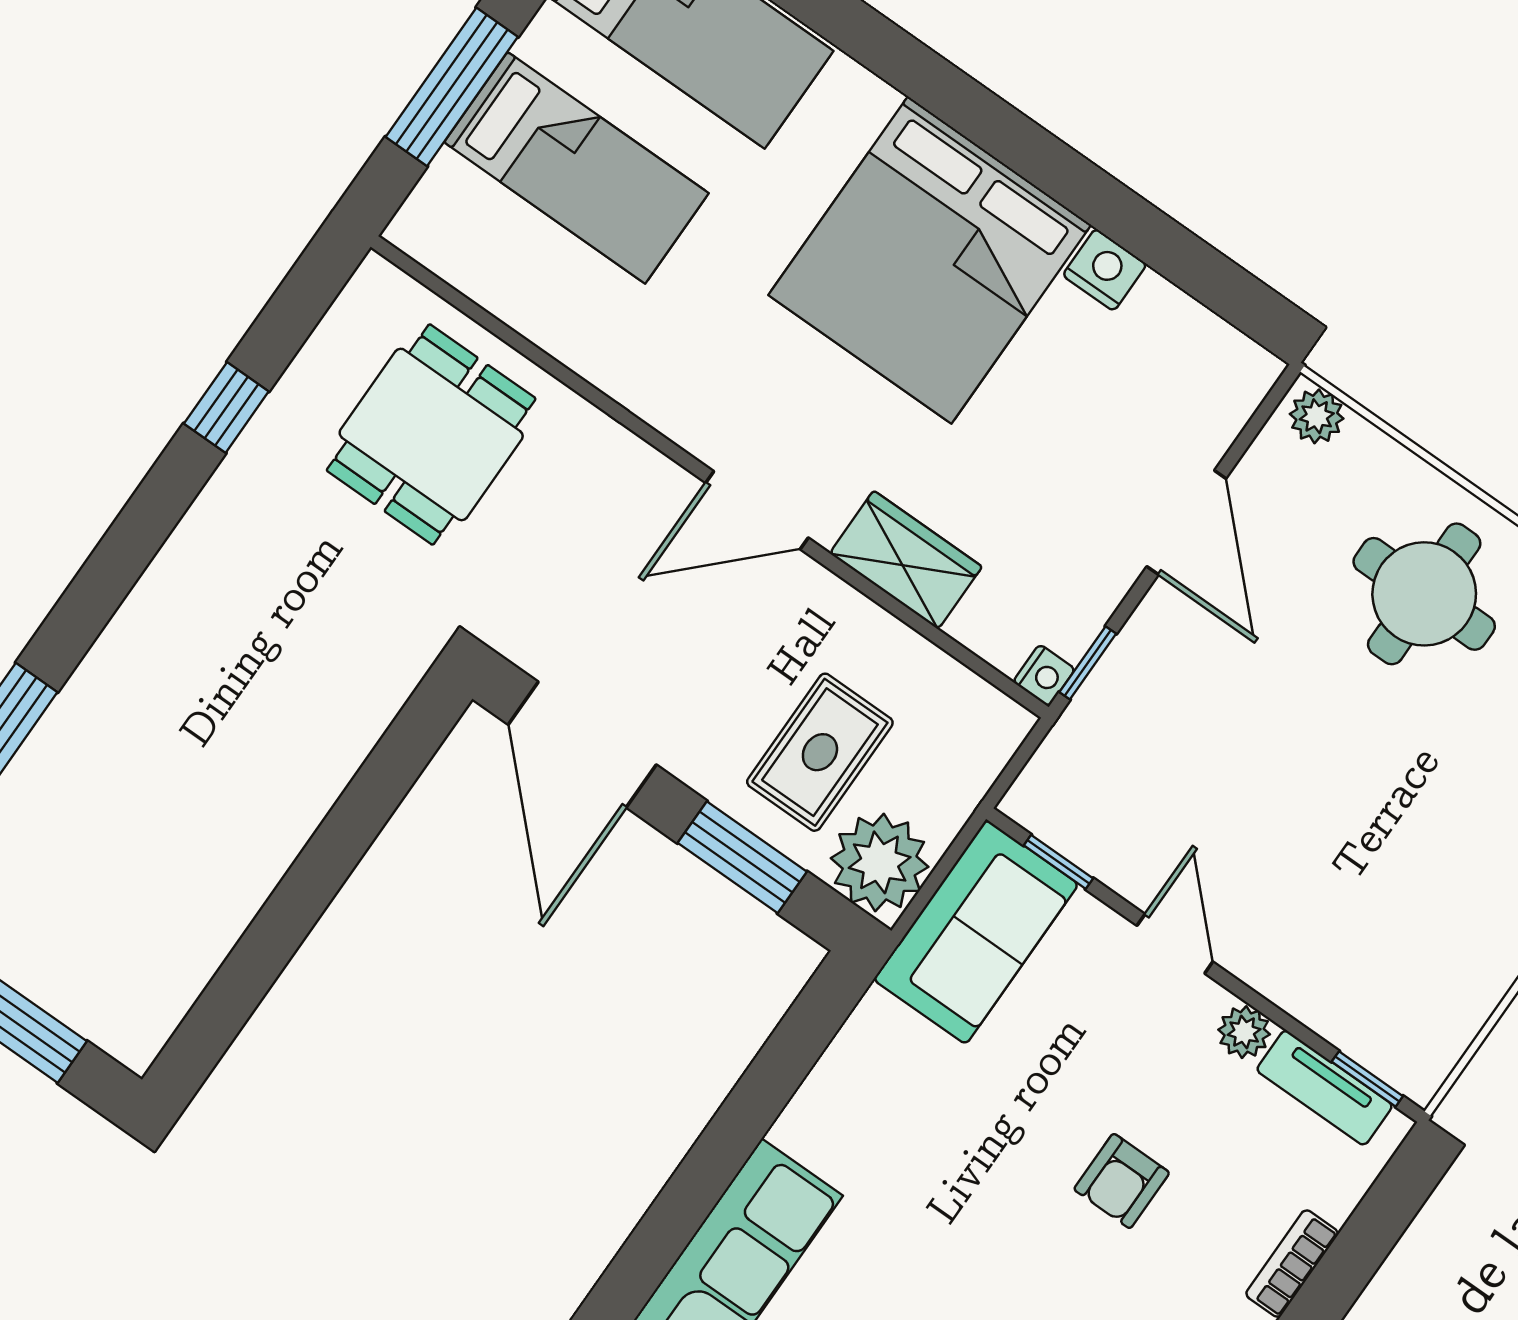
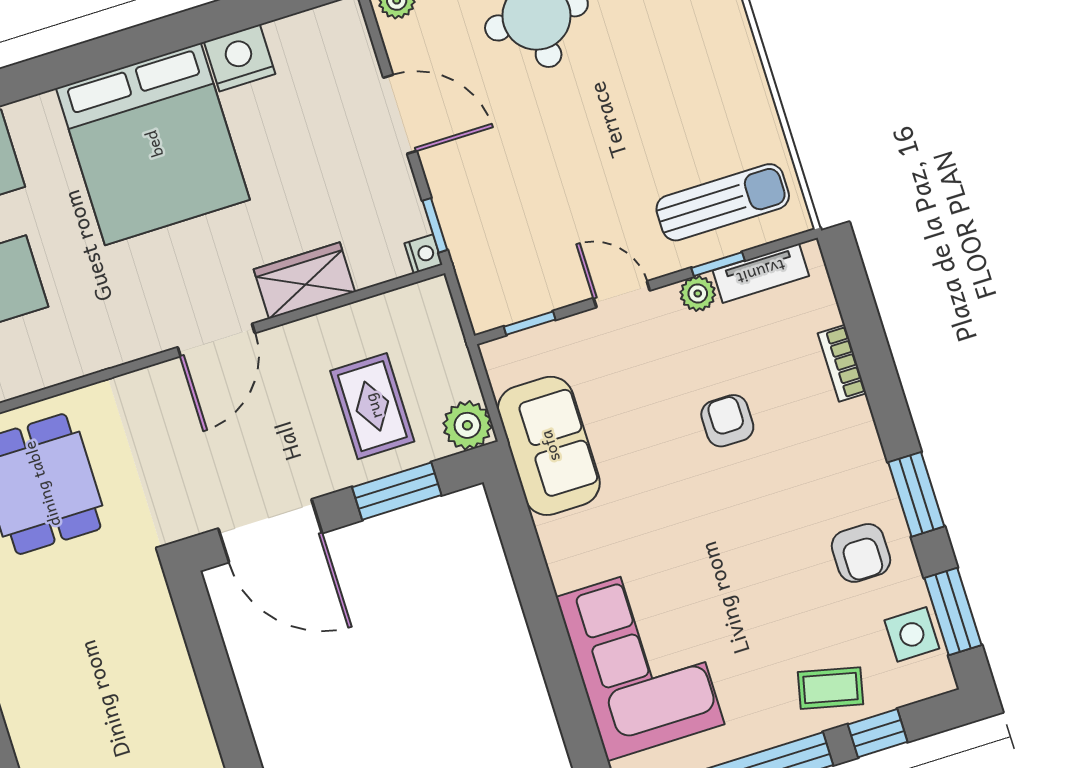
nightstand: (1105, 270) -> (240, 58), width x1.36, depth x1.33
plant: (880, 862) -> (467, 425), width x0.73, depth x0.73
sofa: (976, 932) -> (549, 446), moved
sun lounger: (1373, 979) -> (723, 202), added
window: (1367, 1079) -> (718, 264), moved
armchair: (1122, 1181) -> (727, 421), turned 180

